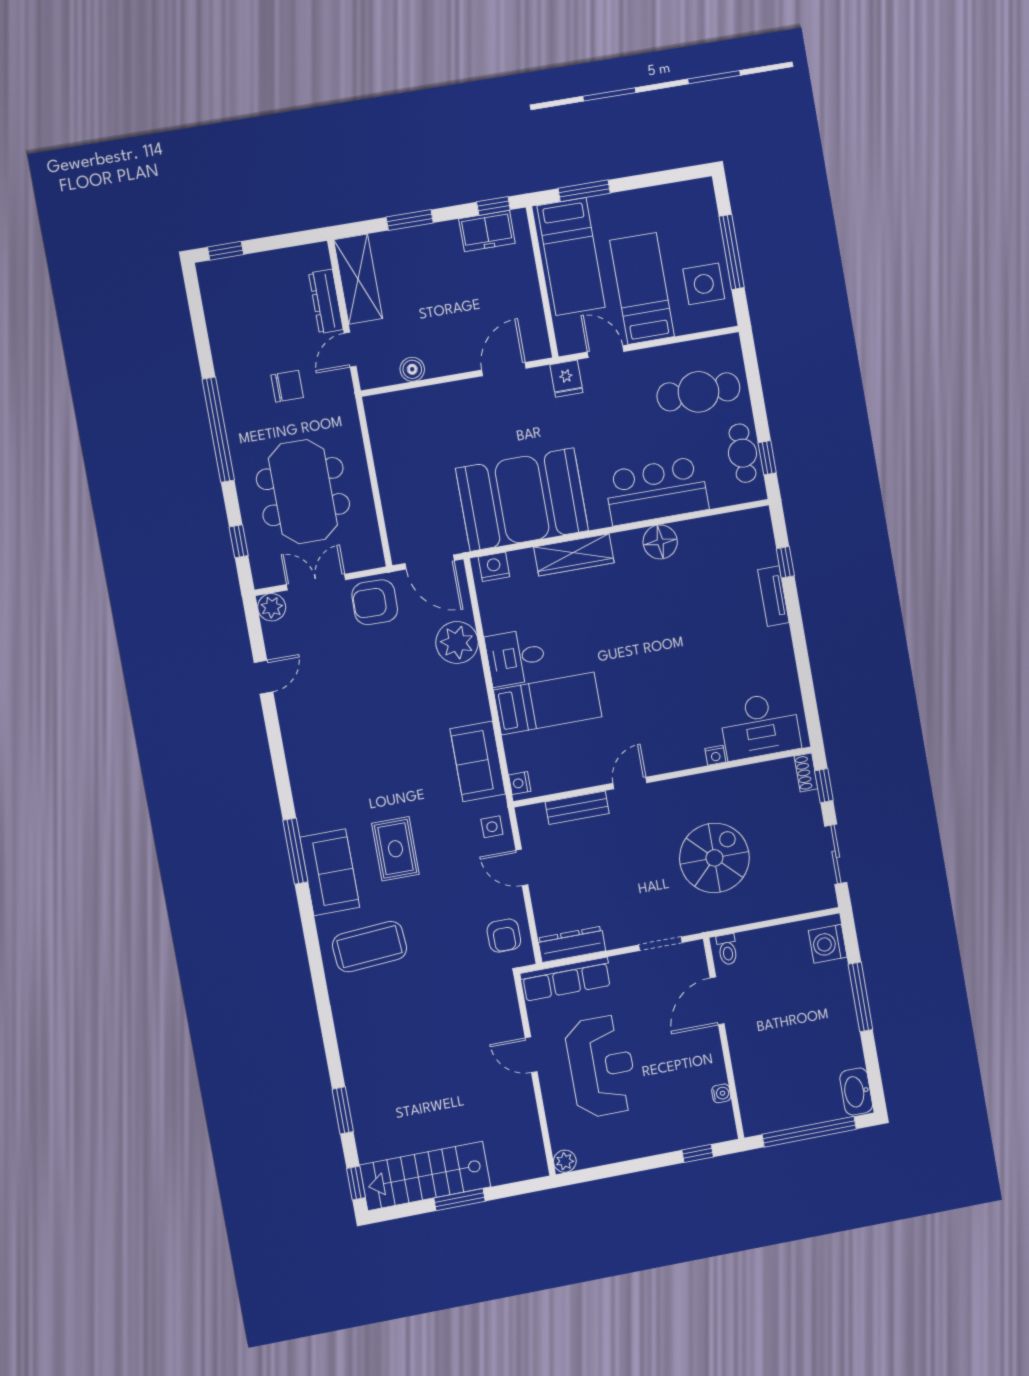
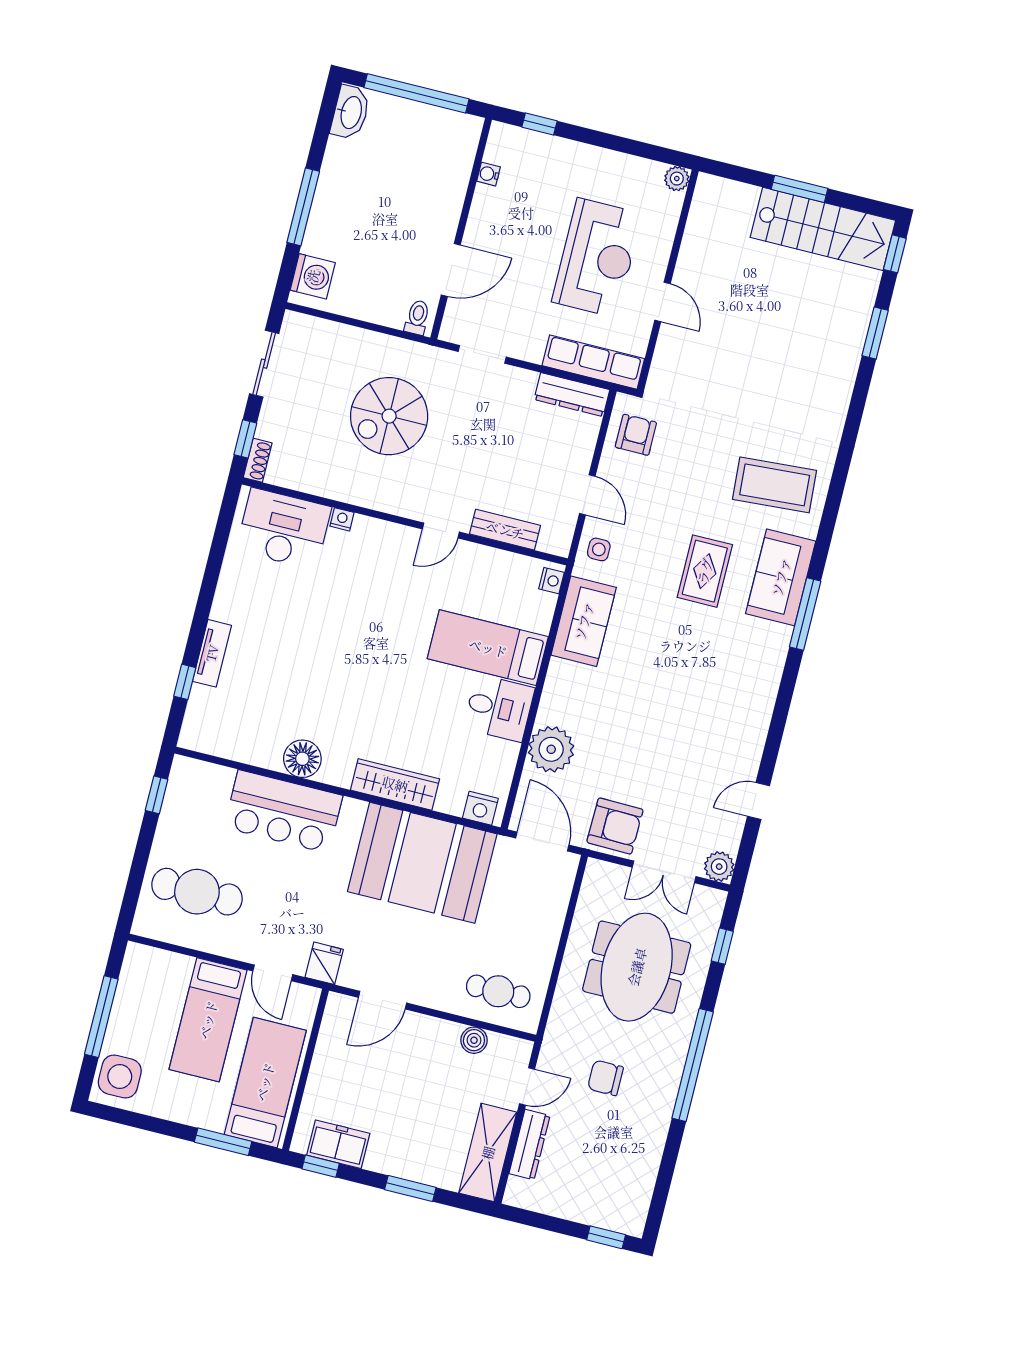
side table: (704, 284) -> (120, 1076), moved
cafe table: (742, 453) -> (498, 991), moved, turned 90
reception desk: (602, 1066) -> (597, 258), turned 180

